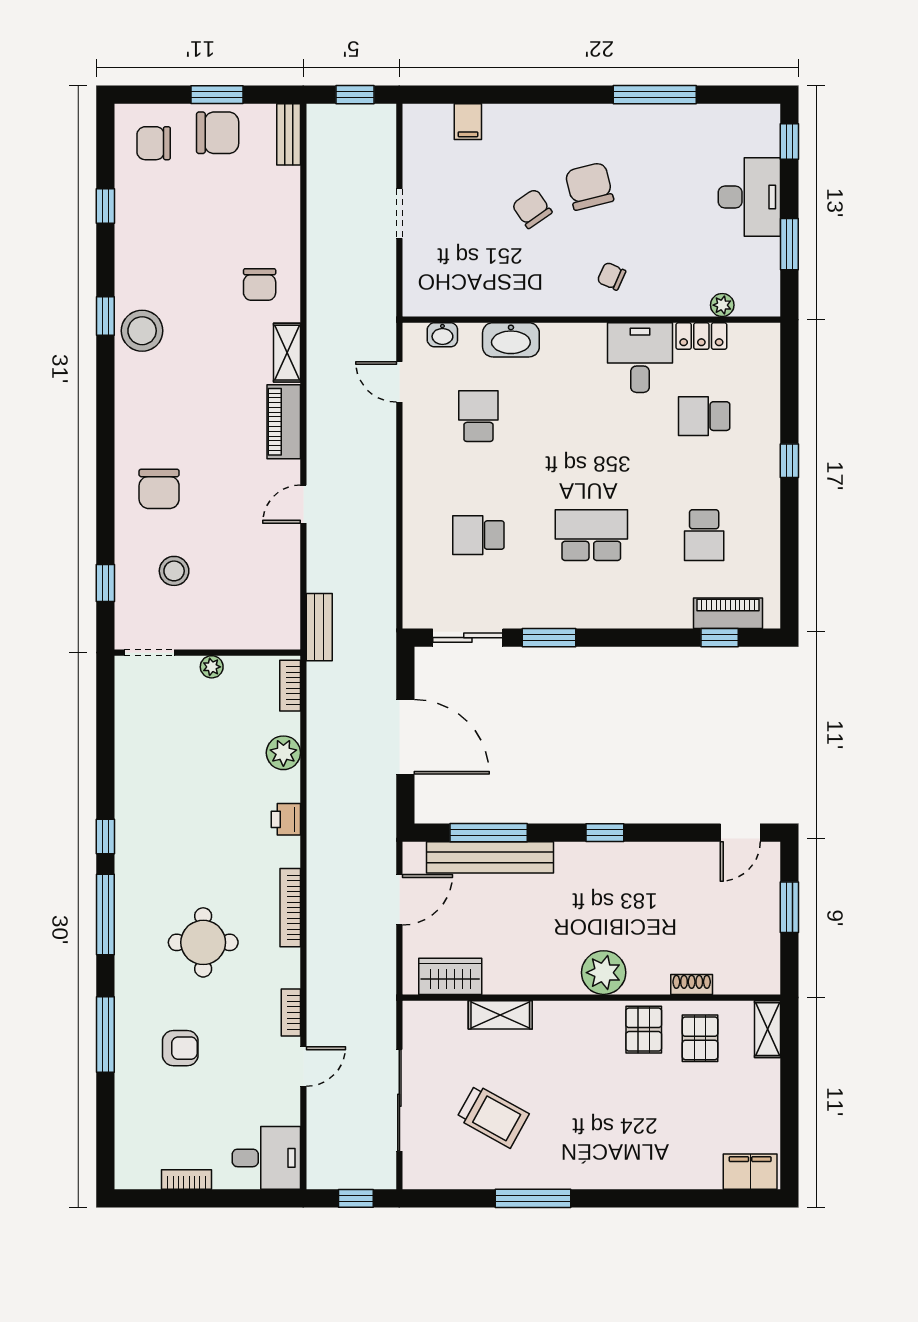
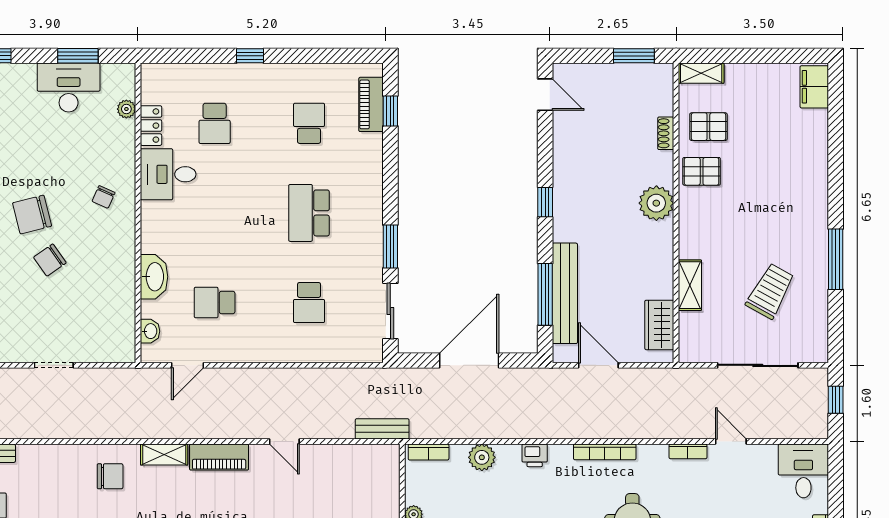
desk: (749, 197) -> (69, 87), moved
school desk: (704, 535) -> (309, 123), turned -90
window: (789, 907) -> (634, 56), moved

